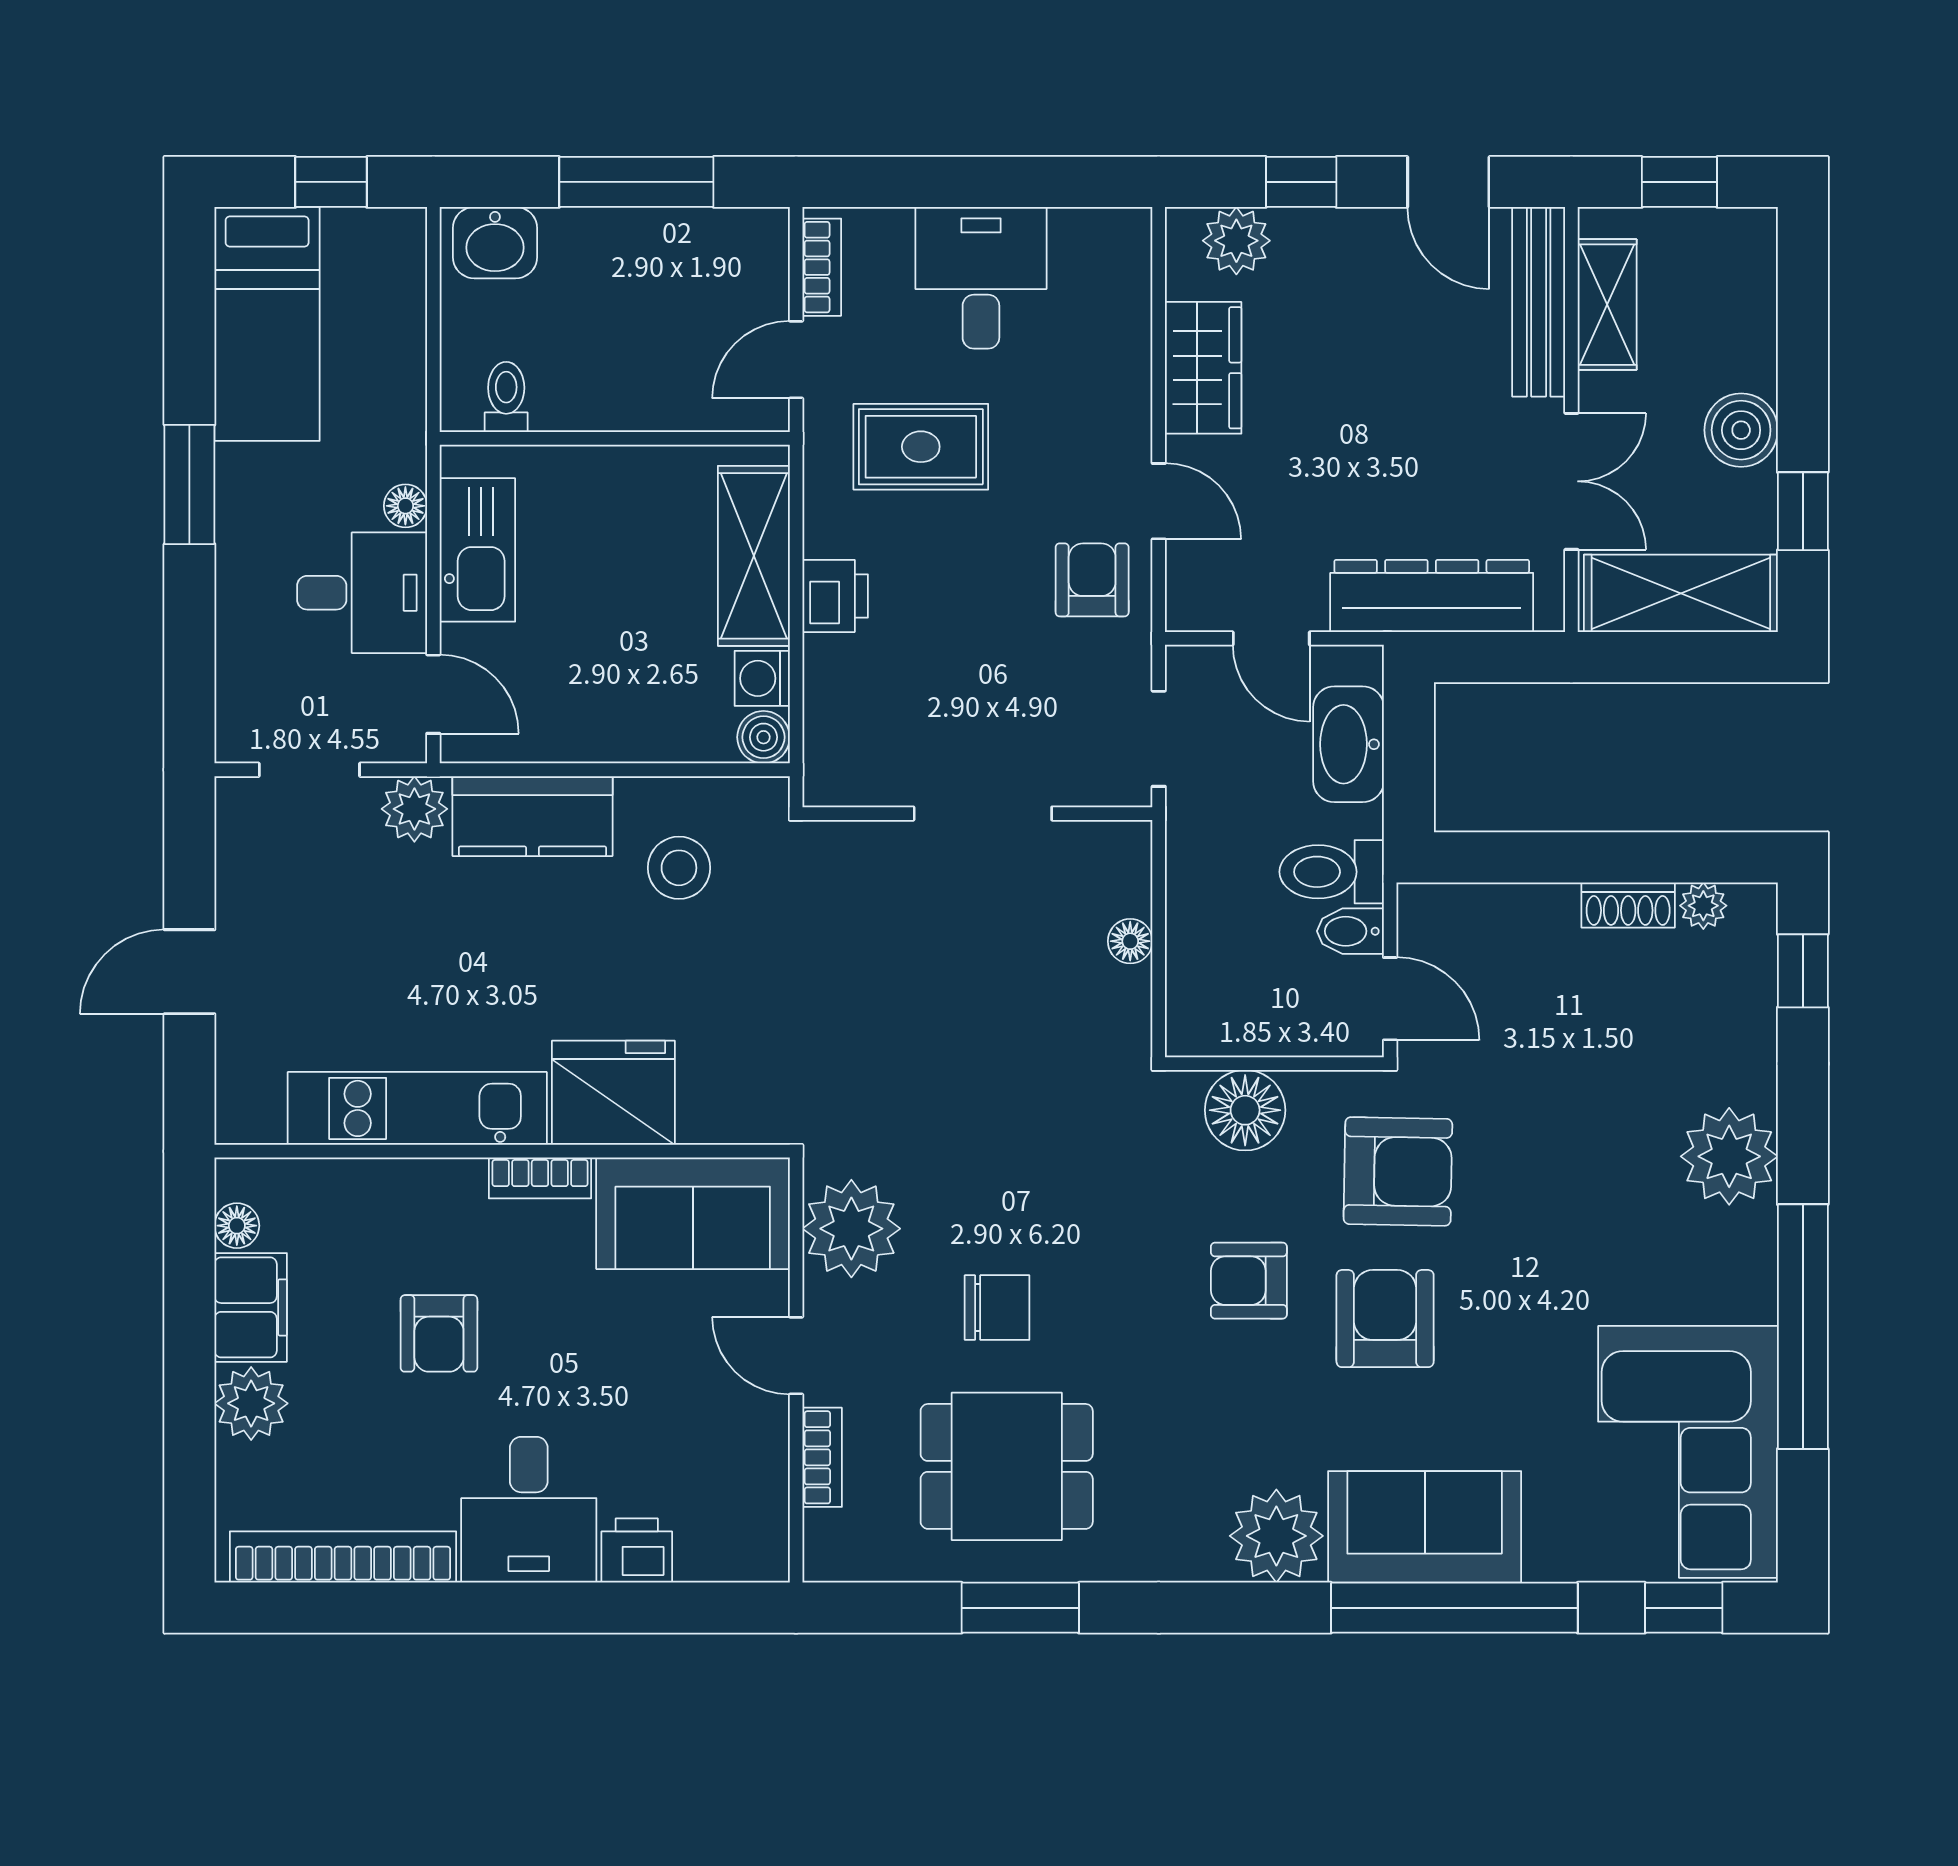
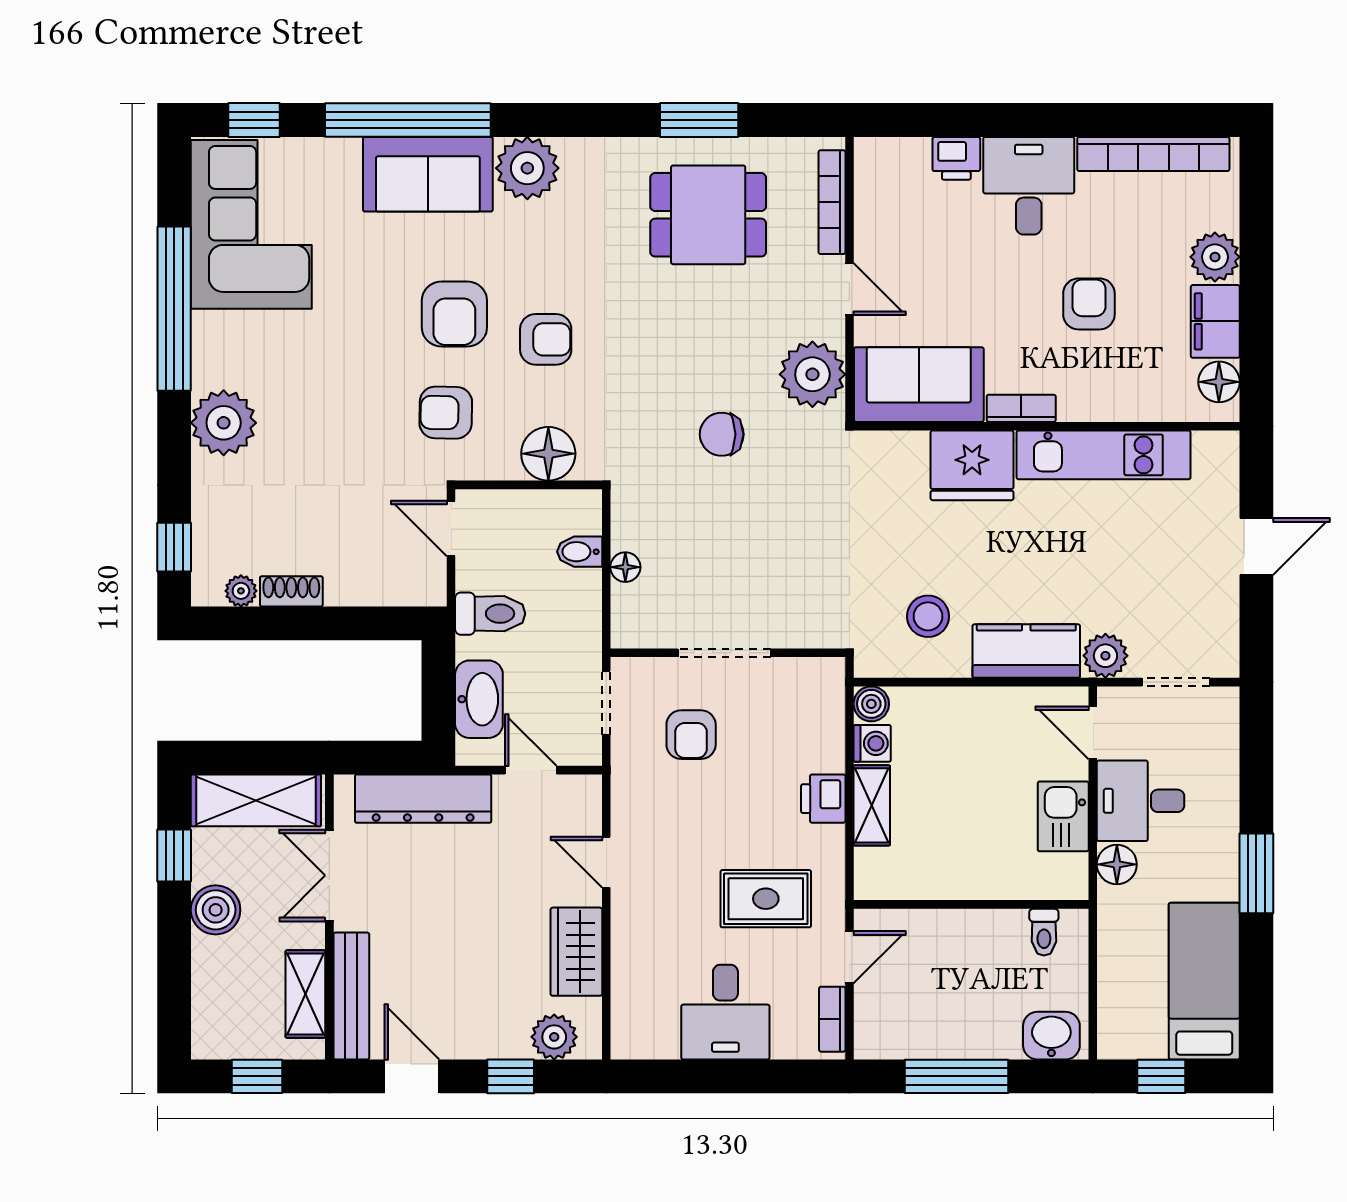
floor lamp: (405, 506) -> (1117, 864), width x1.37, depth x1.37
kitchen sink: (477, 550) -> (1063, 816), width x0.73
shelving: (754, 556) -> (872, 805), width x0.67, depth x0.75
armchair: (1092, 580) -> (691, 735), moved
bidet: (1350, 931) -> (580, 552), moved, turned 180
armchair: (1398, 1171) -> (446, 413), width x0.72, depth x0.72
floor lamp: (237, 1226) -> (1219, 382), width x1.37, depth x1.37
chair: (997, 1308) -> (722, 434), moved
bookcase: (822, 1457) -> (832, 202), width x1.56

